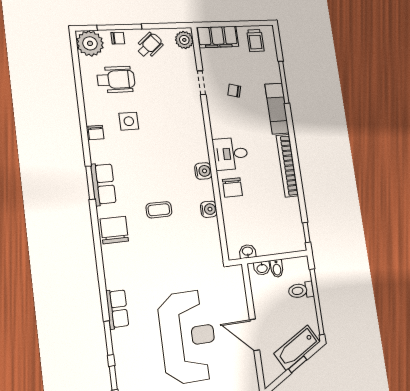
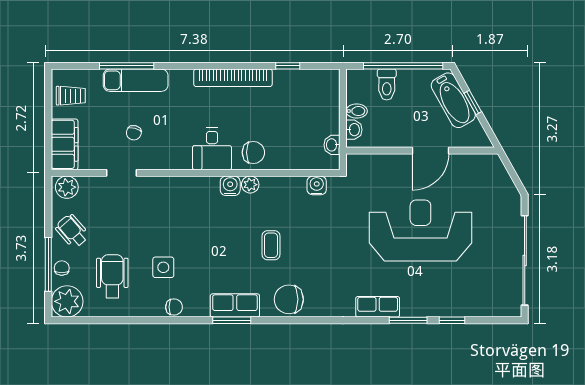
exam couch: (277, 109) -> (136, 80), moved
plant: (207, 187) -> (250, 185), added
water cooler: (209, 209) -> (317, 185), moved
window: (306, 232) -> (288, 66), moved

